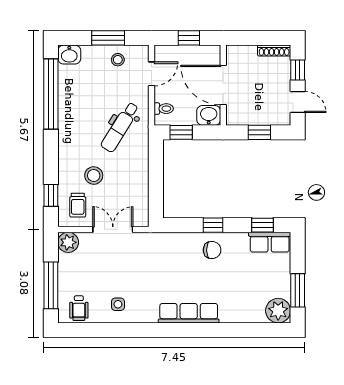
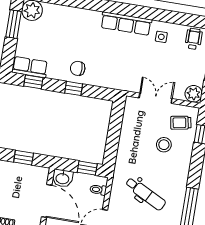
dental chair: (120, 127) -> (146, 194), moved, turned 85
trolley: (78, 205) -> (181, 123), turned -100
double door: (113, 229) -> (156, 98), swing flipped
row of seats: (189, 313) -> (126, 24), moved

